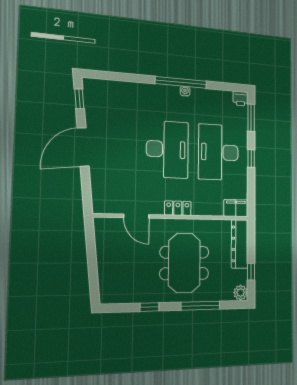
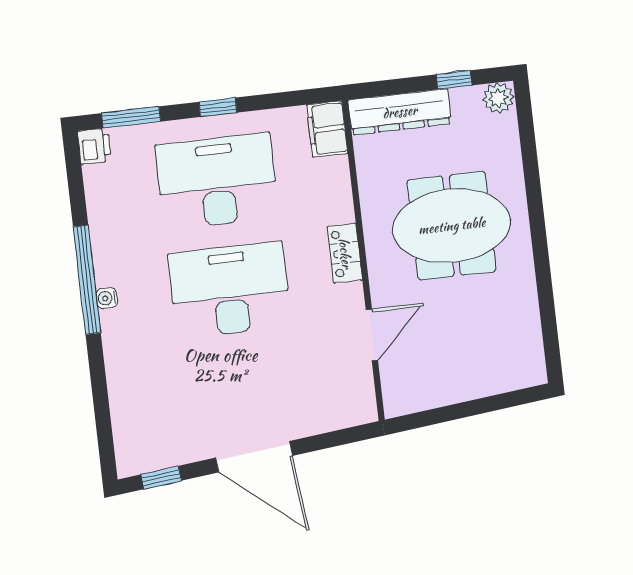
water cooler: (185, 91) -> (107, 298), moved
desk: (218, 152) -> (217, 181), turned 180
window: (200, 306) -> (532, 181), removed
window: (149, 307) -> (544, 285), removed

